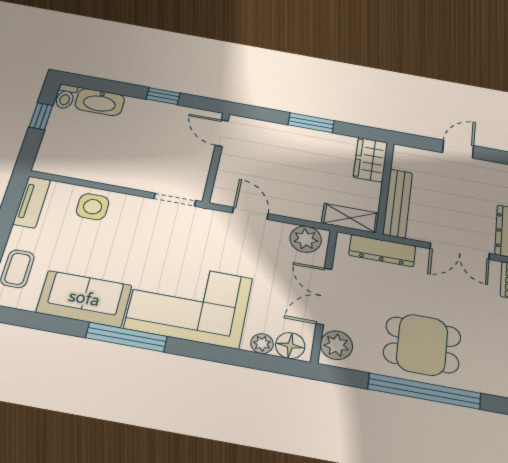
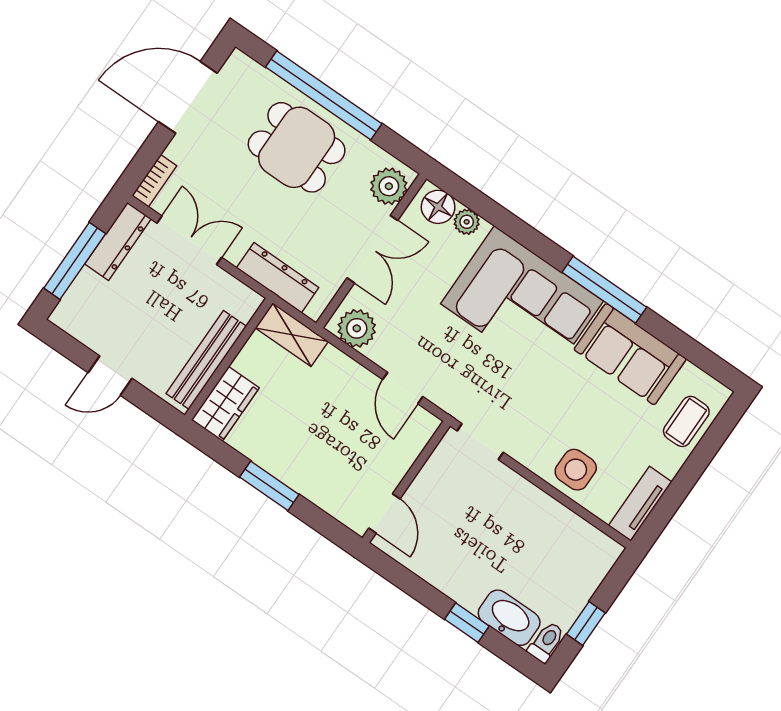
window: (163, 96) -> (467, 623), moved
bench: (398, 203) -> (206, 360), moved

